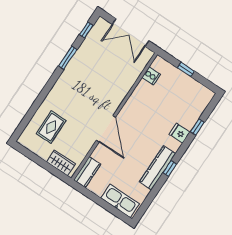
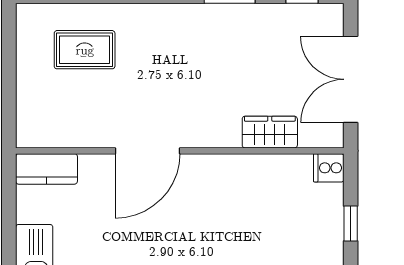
cooker: (151, 76) -> (329, 168), moved, turned 90
wardrobe: (61, 163) -> (270, 132), moved, turned -90

